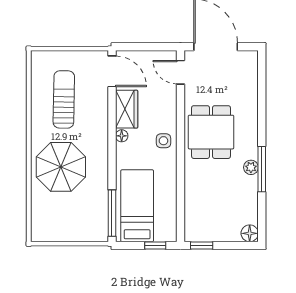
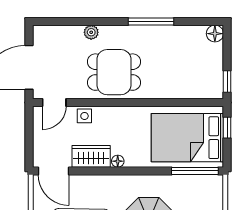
door: (112, 71) -> (53, 171), swing flipped
side table: (163, 141) -> (84, 116), moved
plant: (251, 167) -> (91, 32), moved
bed: (137, 206) -> (187, 138), width x1.50

